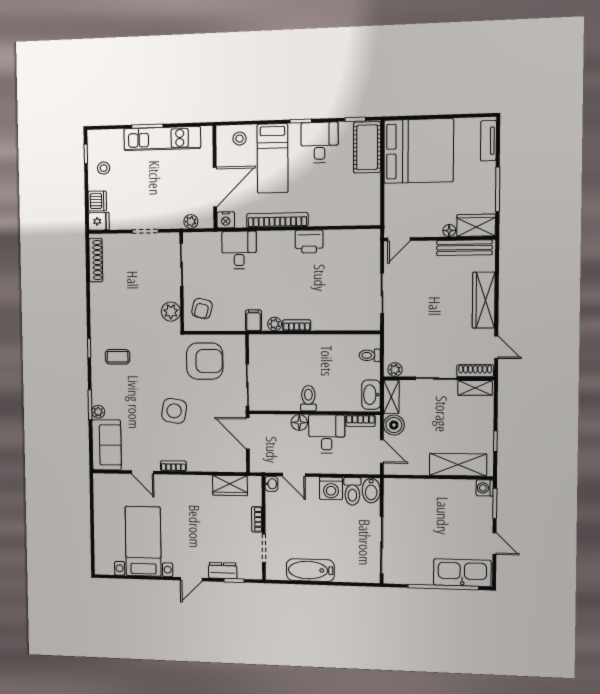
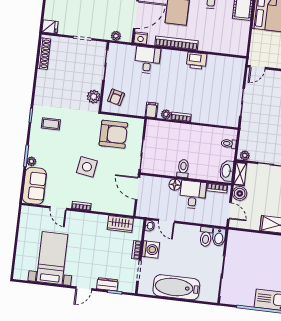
dishwasher: (97, 201) -> (51, 12), removed
washing machine: (331, 488) -> (151, 249), moved, turned -90
bathtub: (310, 570) -> (176, 287), width x1.36, depth x1.36

